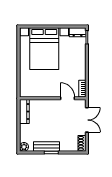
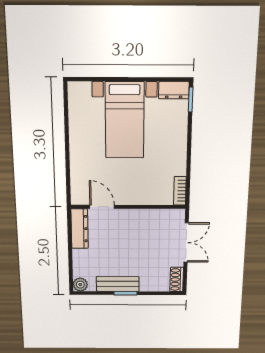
bed with nightstands: (44, 49) -> (125, 120), width x0.73
door: (68, 98) -> (102, 207), moved

